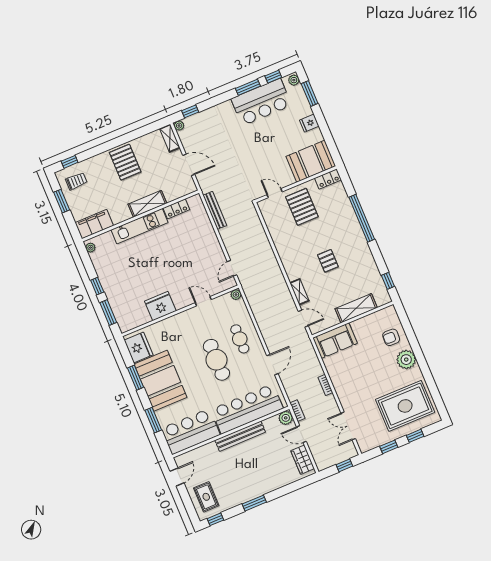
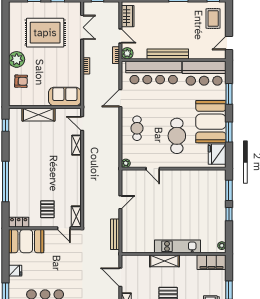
pallet: (302, 207) -> (47, 209), width x0.67, depth x0.71
locker: (176, 209) -> (144, 248), removed
shelving: (266, 212) -> (76, 217), added
pallet: (328, 261) -> (45, 160), removed
door: (232, 268) -> (120, 202), moved
fridge: (160, 306) -> (187, 179), removed
cafe table: (216, 360) -> (177, 136), moved
rug: (405, 406) -> (45, 33), moved

